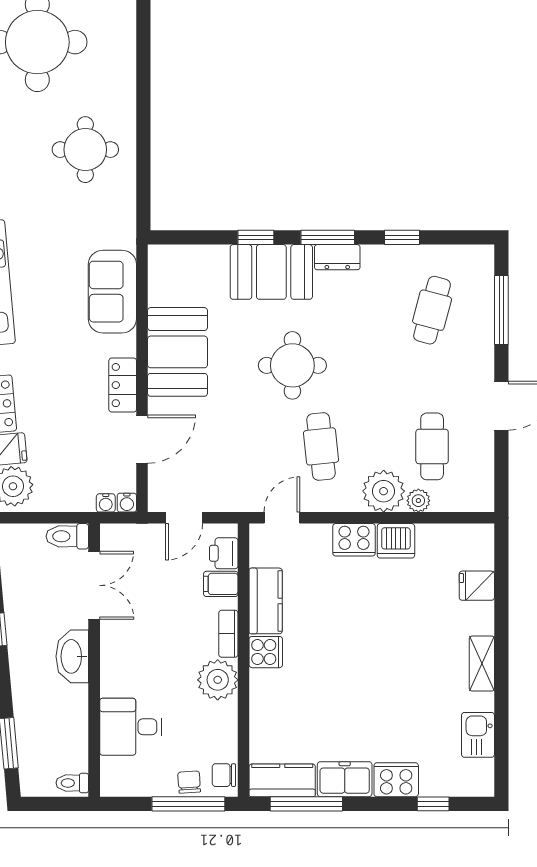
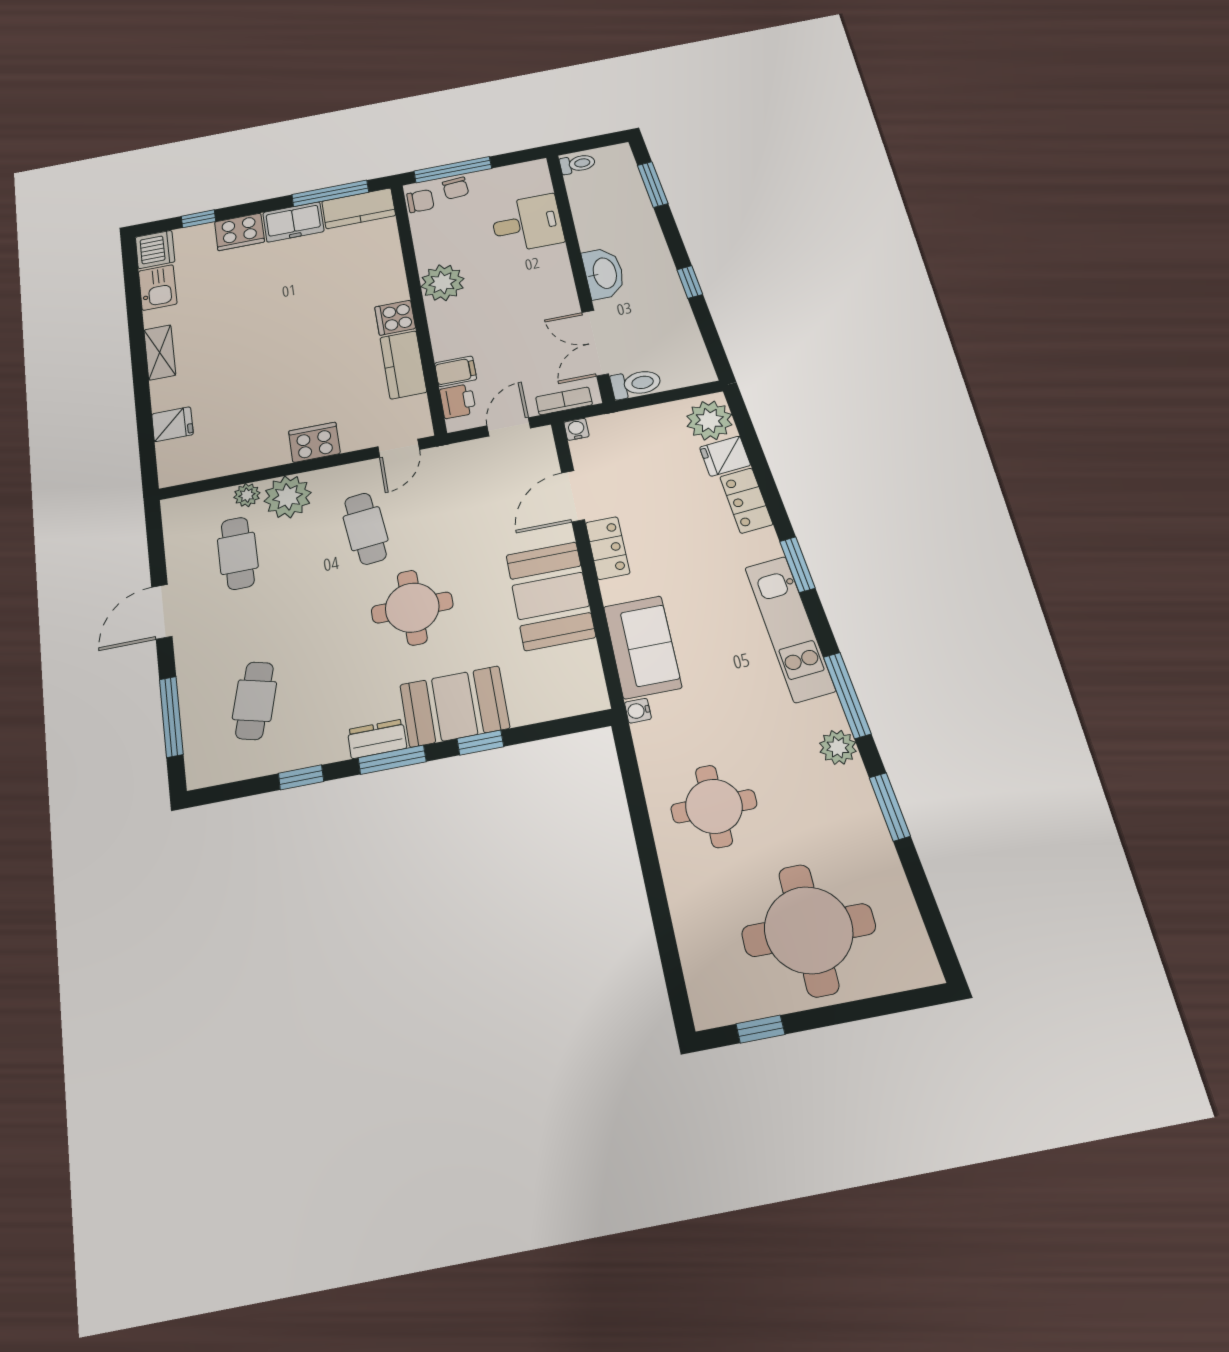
water cooler: (106, 503) -> (638, 711), moved, turned -90
dishwasher: (396, 541) -> (155, 249), moved, turned 90
bookcase: (228, 634) -> (564, 401), moved, turned -90

